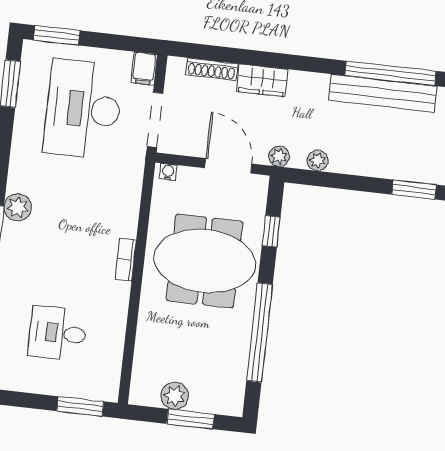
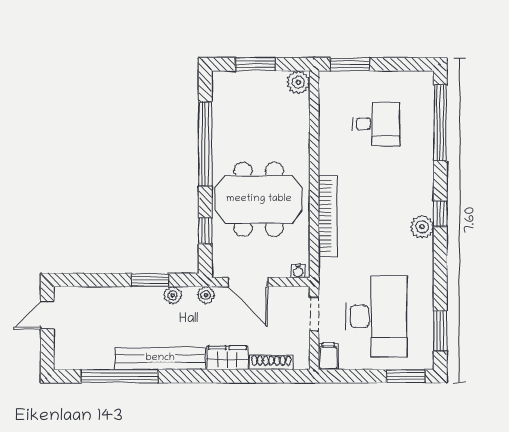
bench: (383, 93) -> (160, 358), moved
doorway: (155, 120) -> (314, 314), width x0.73
window: (414, 190) -> (150, 280), moved
bookcase: (126, 260) -> (328, 216), width x2.31, depth x1.31
plant: (175, 396) -> (298, 82), moved

